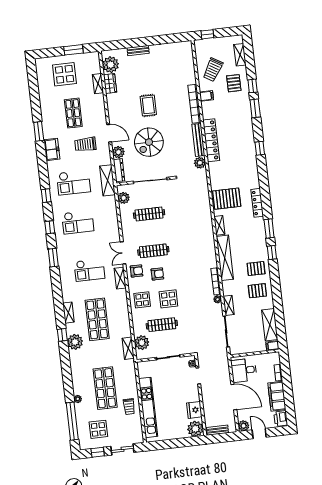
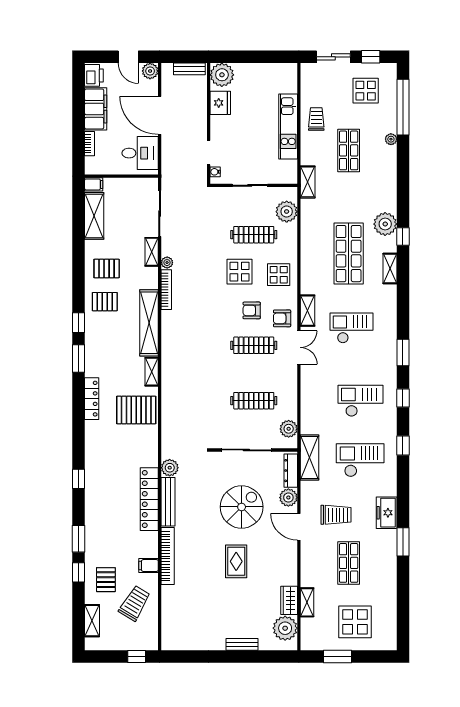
shelving: (128, 348) -> (308, 182), moved
shop shelf: (105, 388) -> (349, 150), width x0.70, depth x0.74
kitchen unit: (148, 407) -> (288, 126), width x0.73

